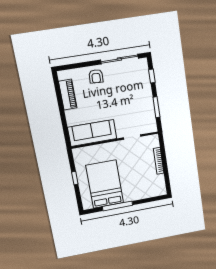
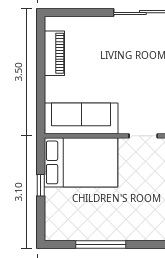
armchair: (96, 76) -> (102, 33), removed
bed: (105, 184) -> (81, 162), moved, turned 90

